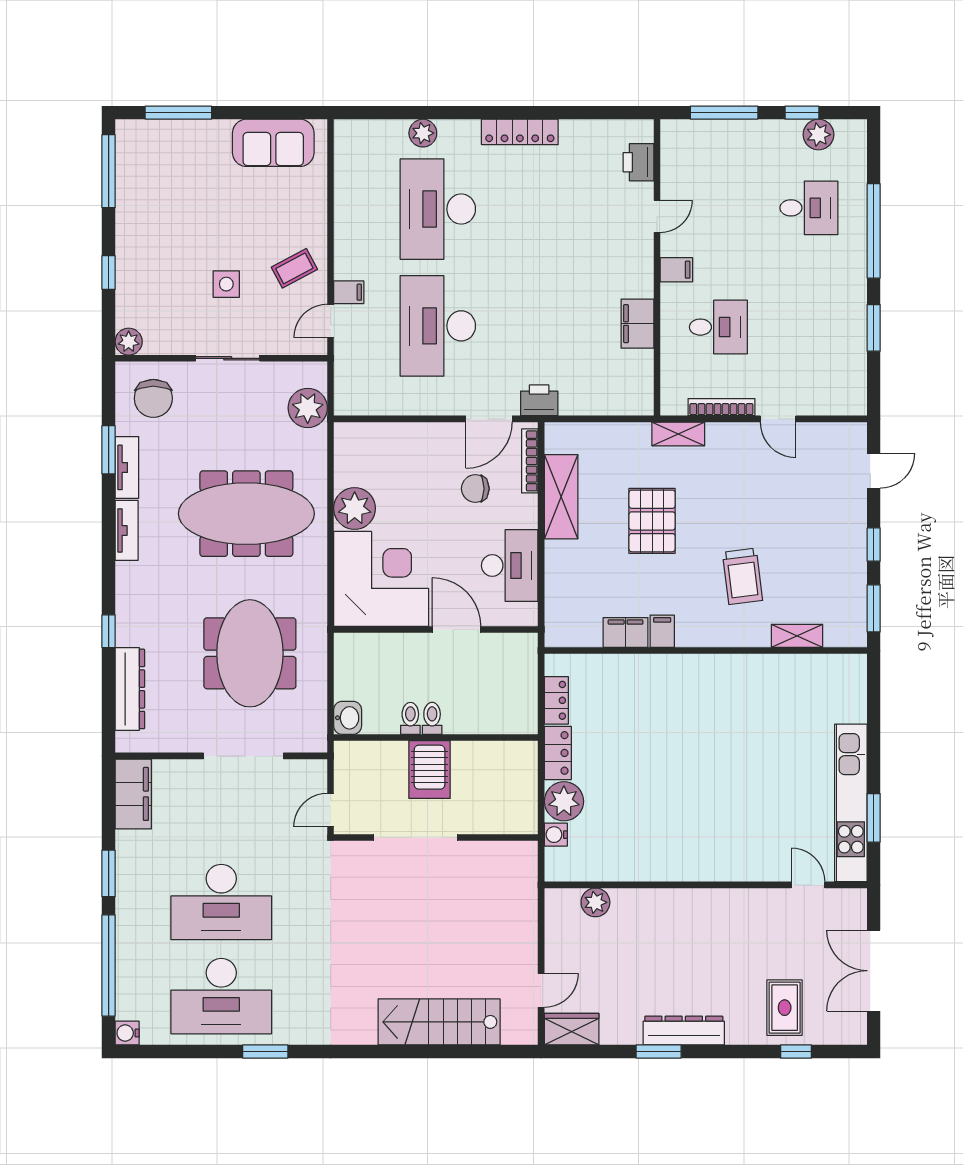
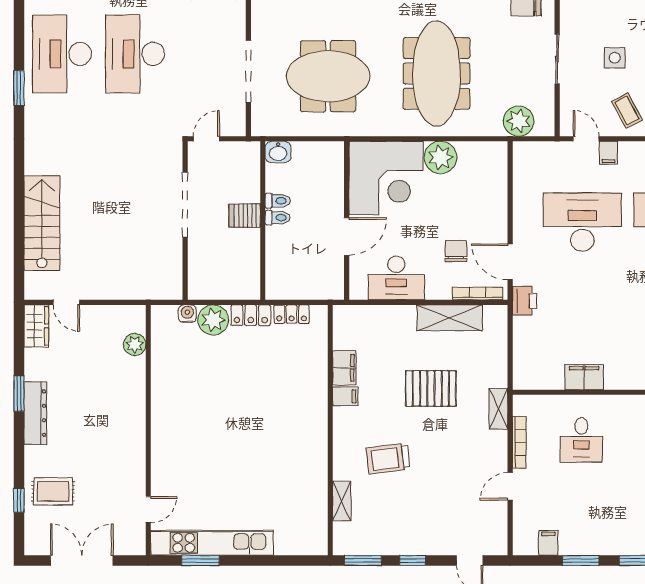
filing cabinet: (676, 270) -> (548, 543), moved, turned 180
server rack: (430, 770) -> (245, 216), width x0.73, depth x0.70
door: (331, 810) -> (206, 139), hinge flipped

